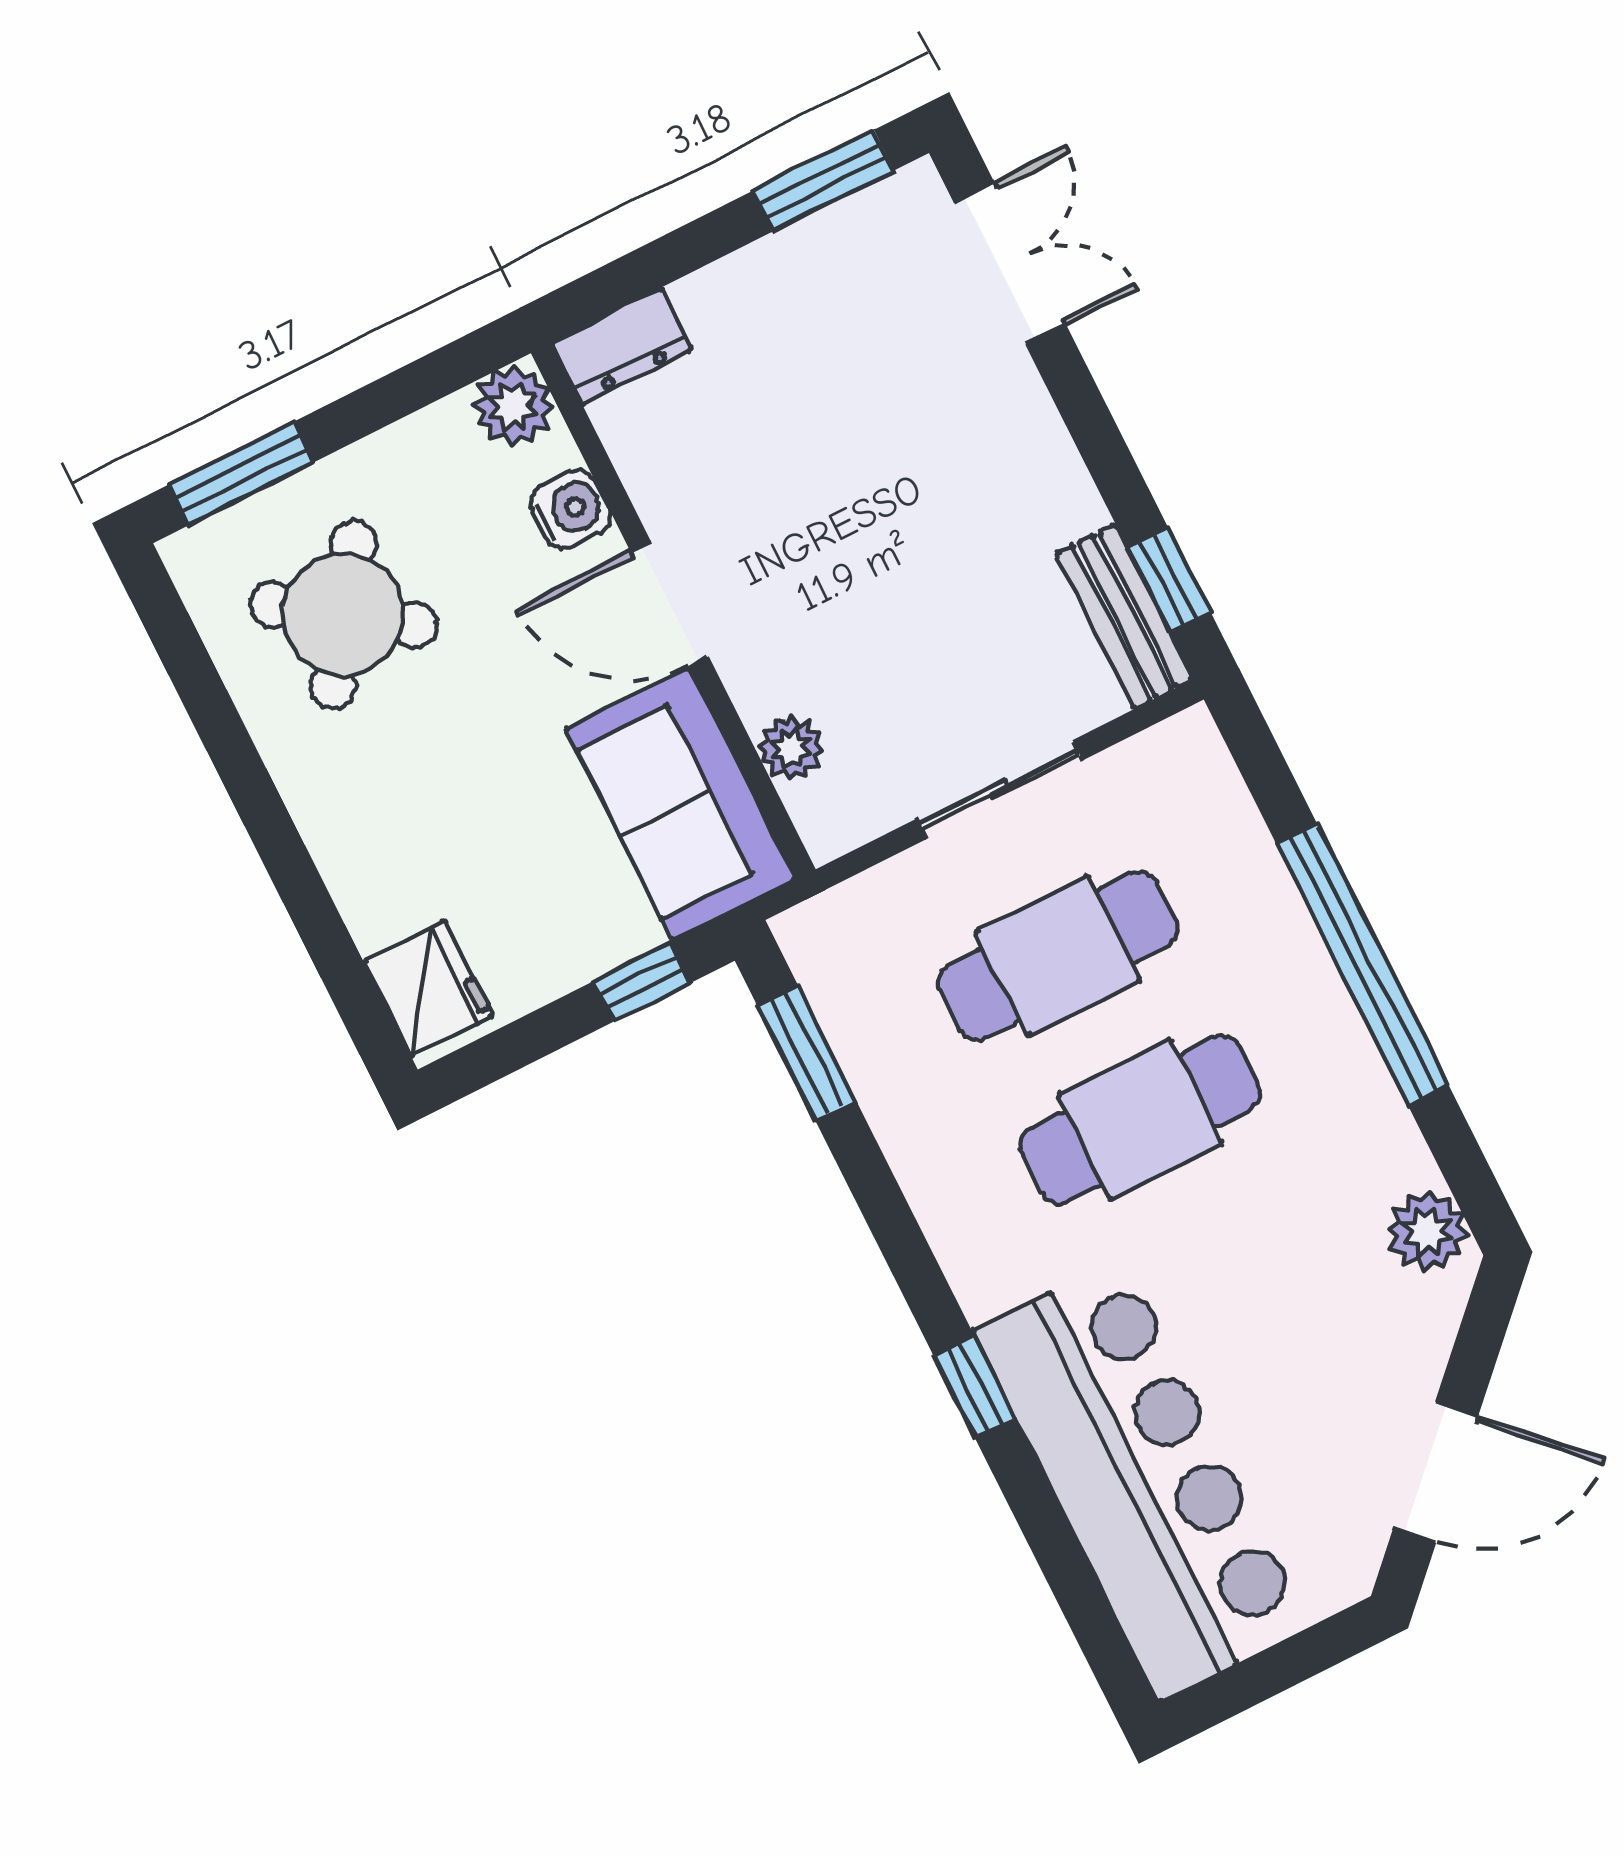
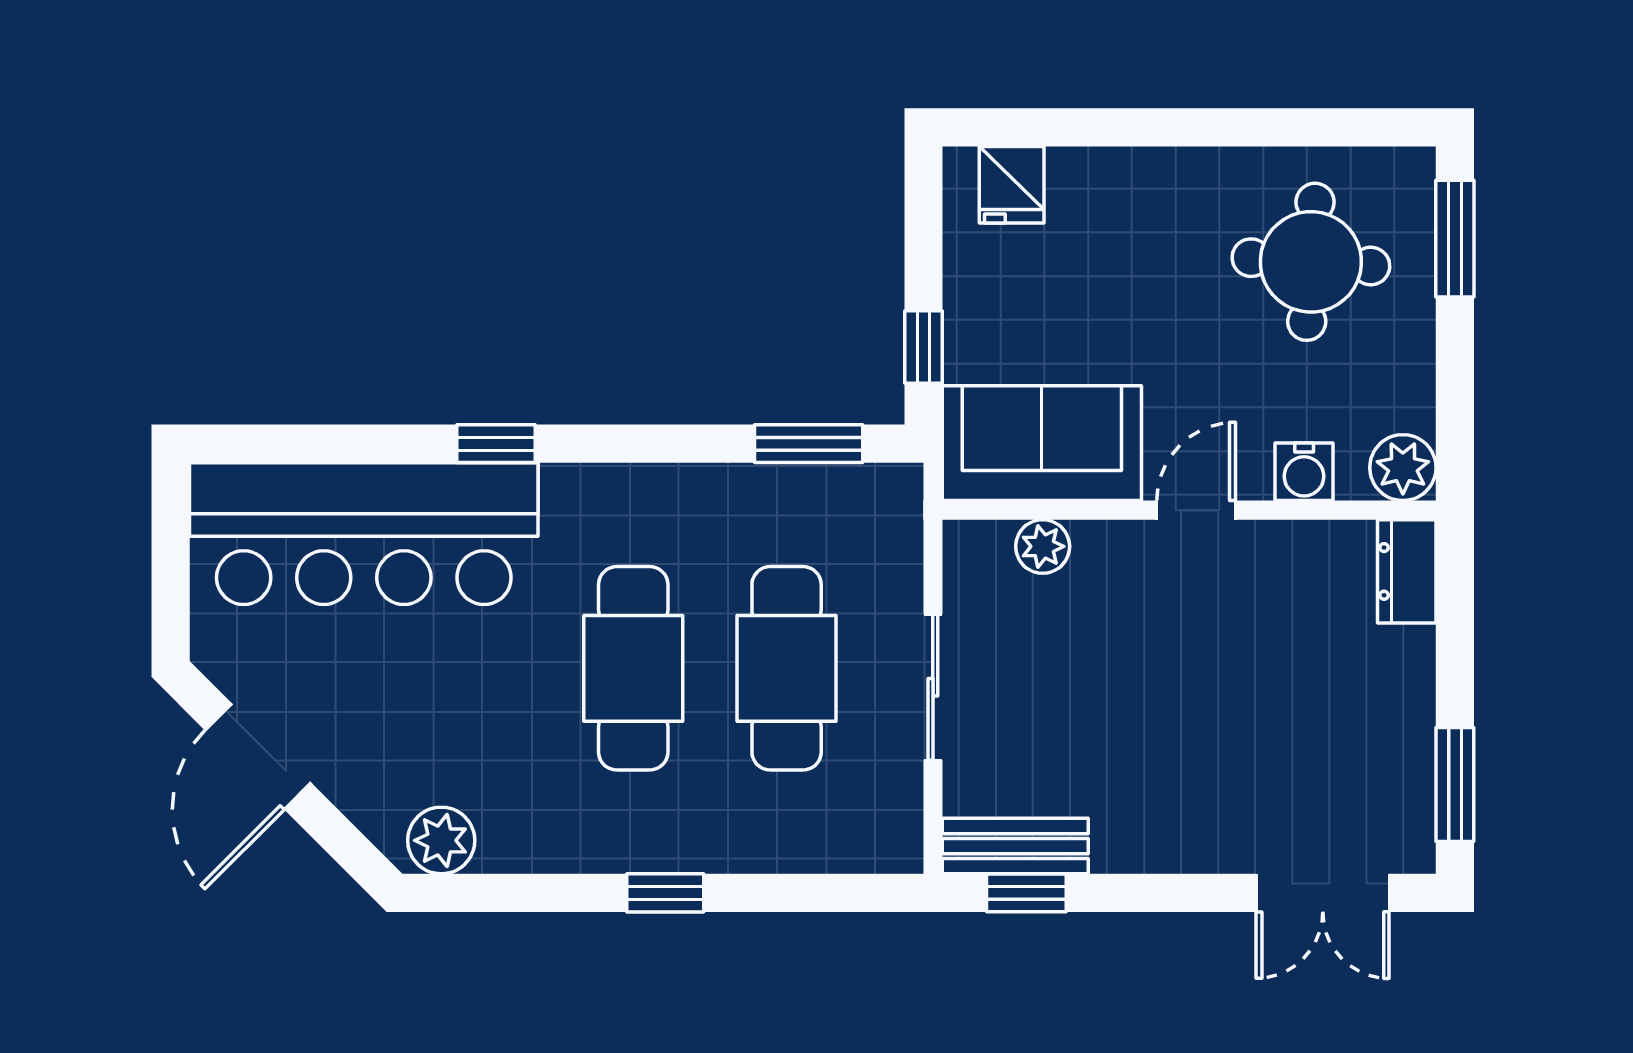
door: (670, 604) -> (1196, 510), width x0.73
round table: (343, 615) -> (1311, 262), turned -31
window: (1363, 965) -> (665, 893), width x0.32
fridge: (428, 988) -> (1012, 185), width x0.72

